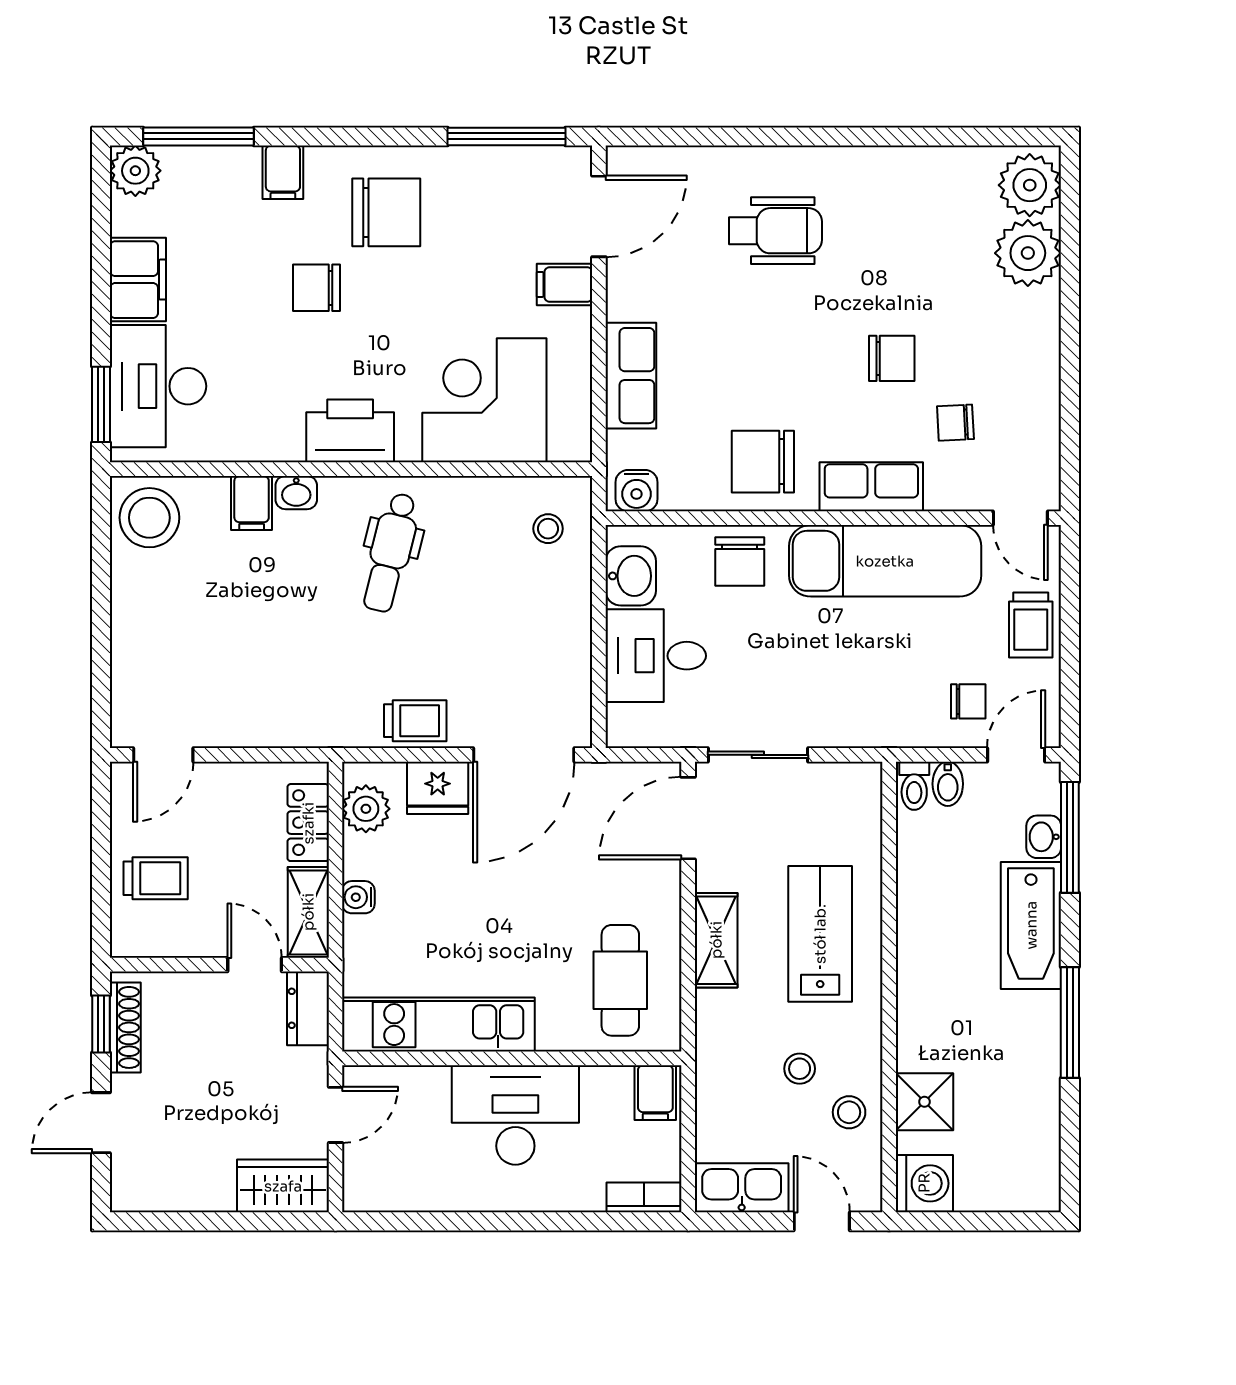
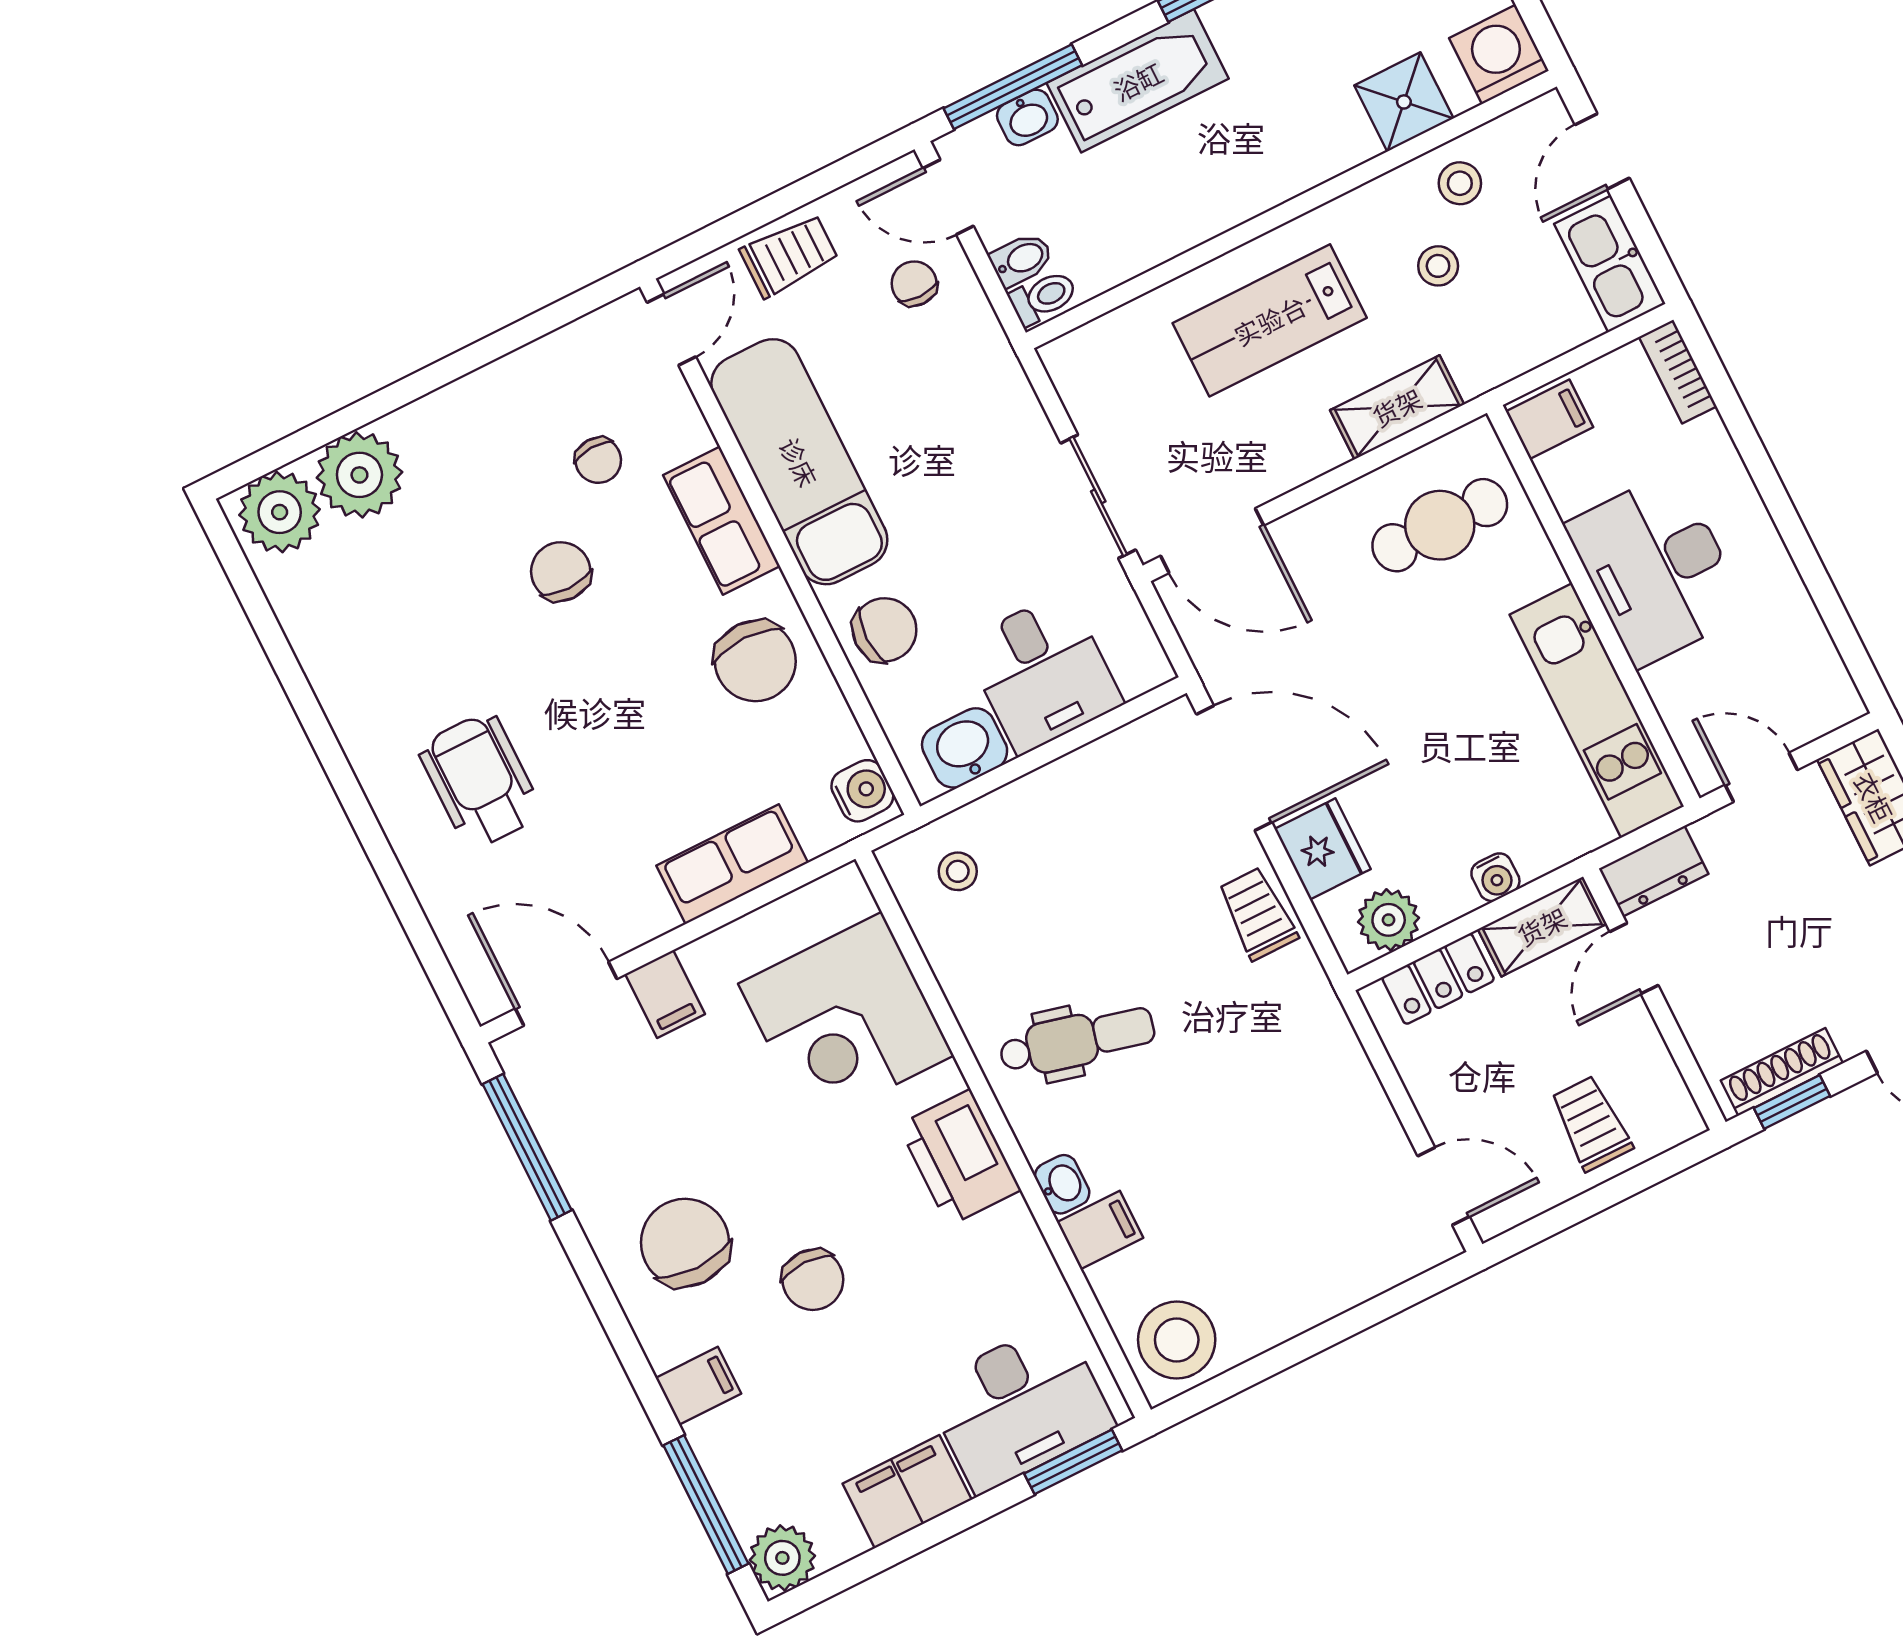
shelving: (716, 940) -> (1397, 407), moved

